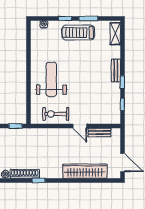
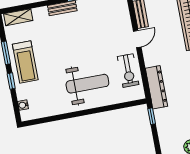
weight bench: (51, 79) -> (87, 84), turned 180
dresser: (38, 134) -> (156, 87), added

